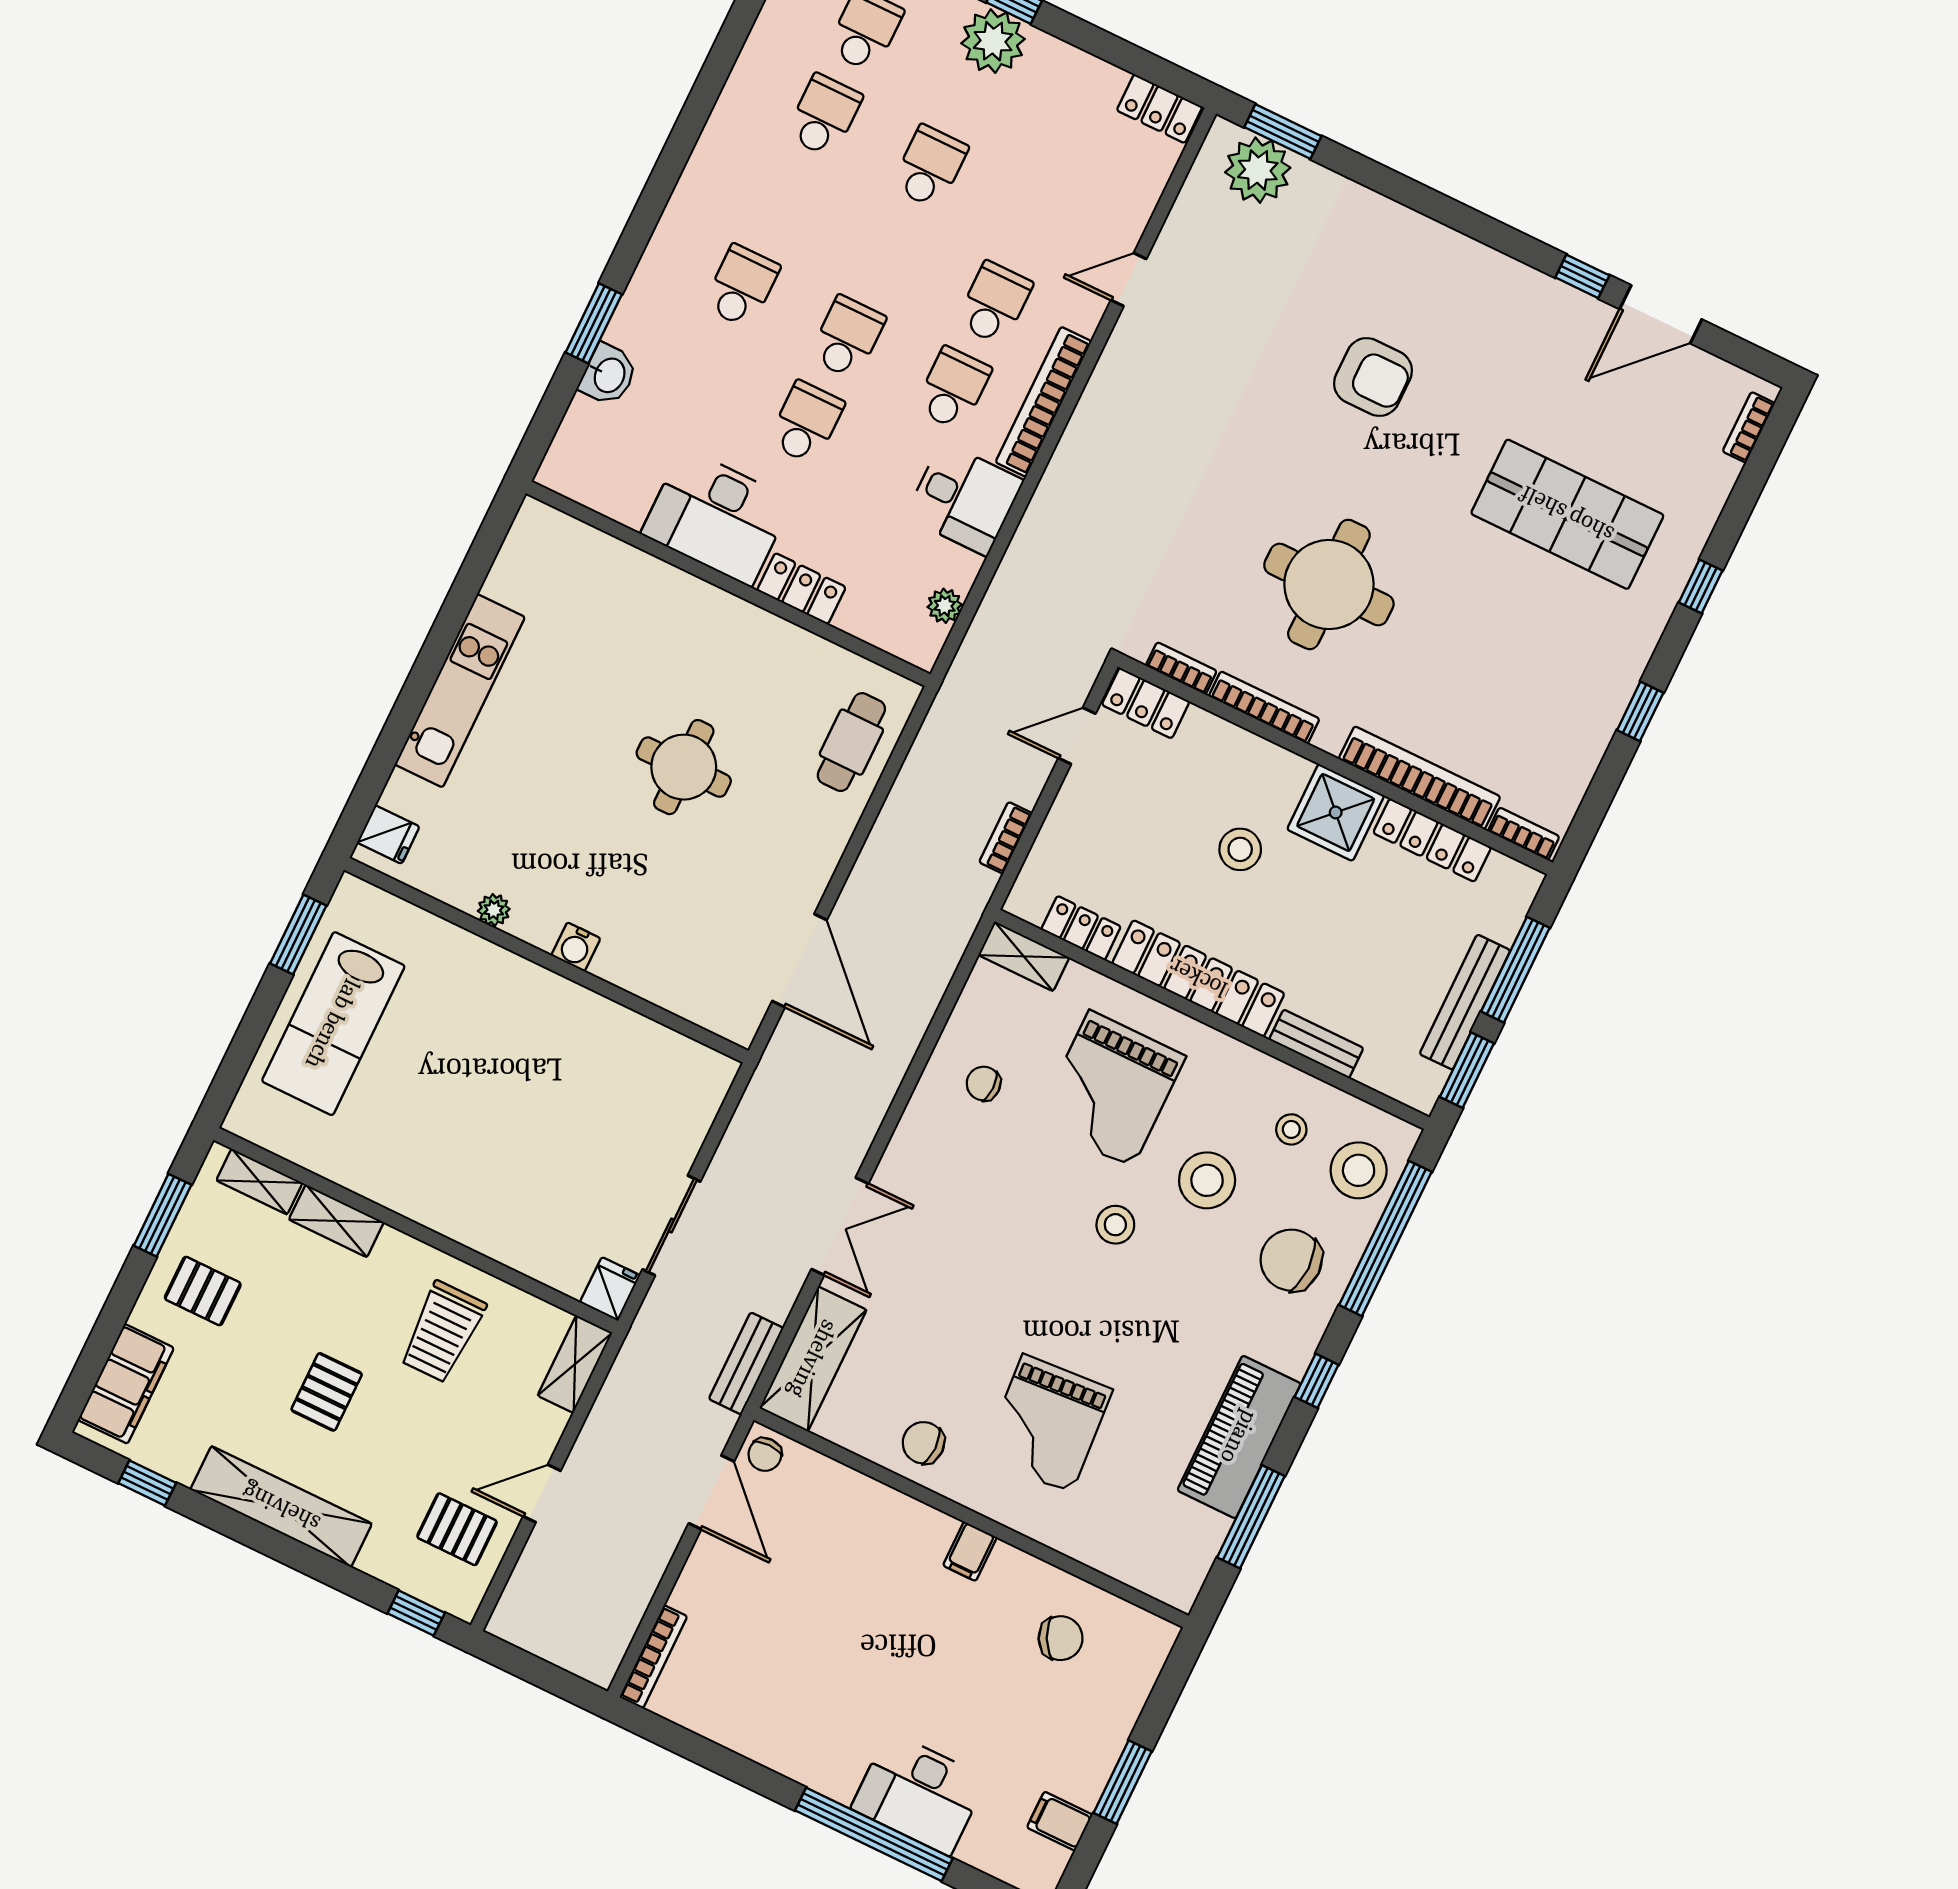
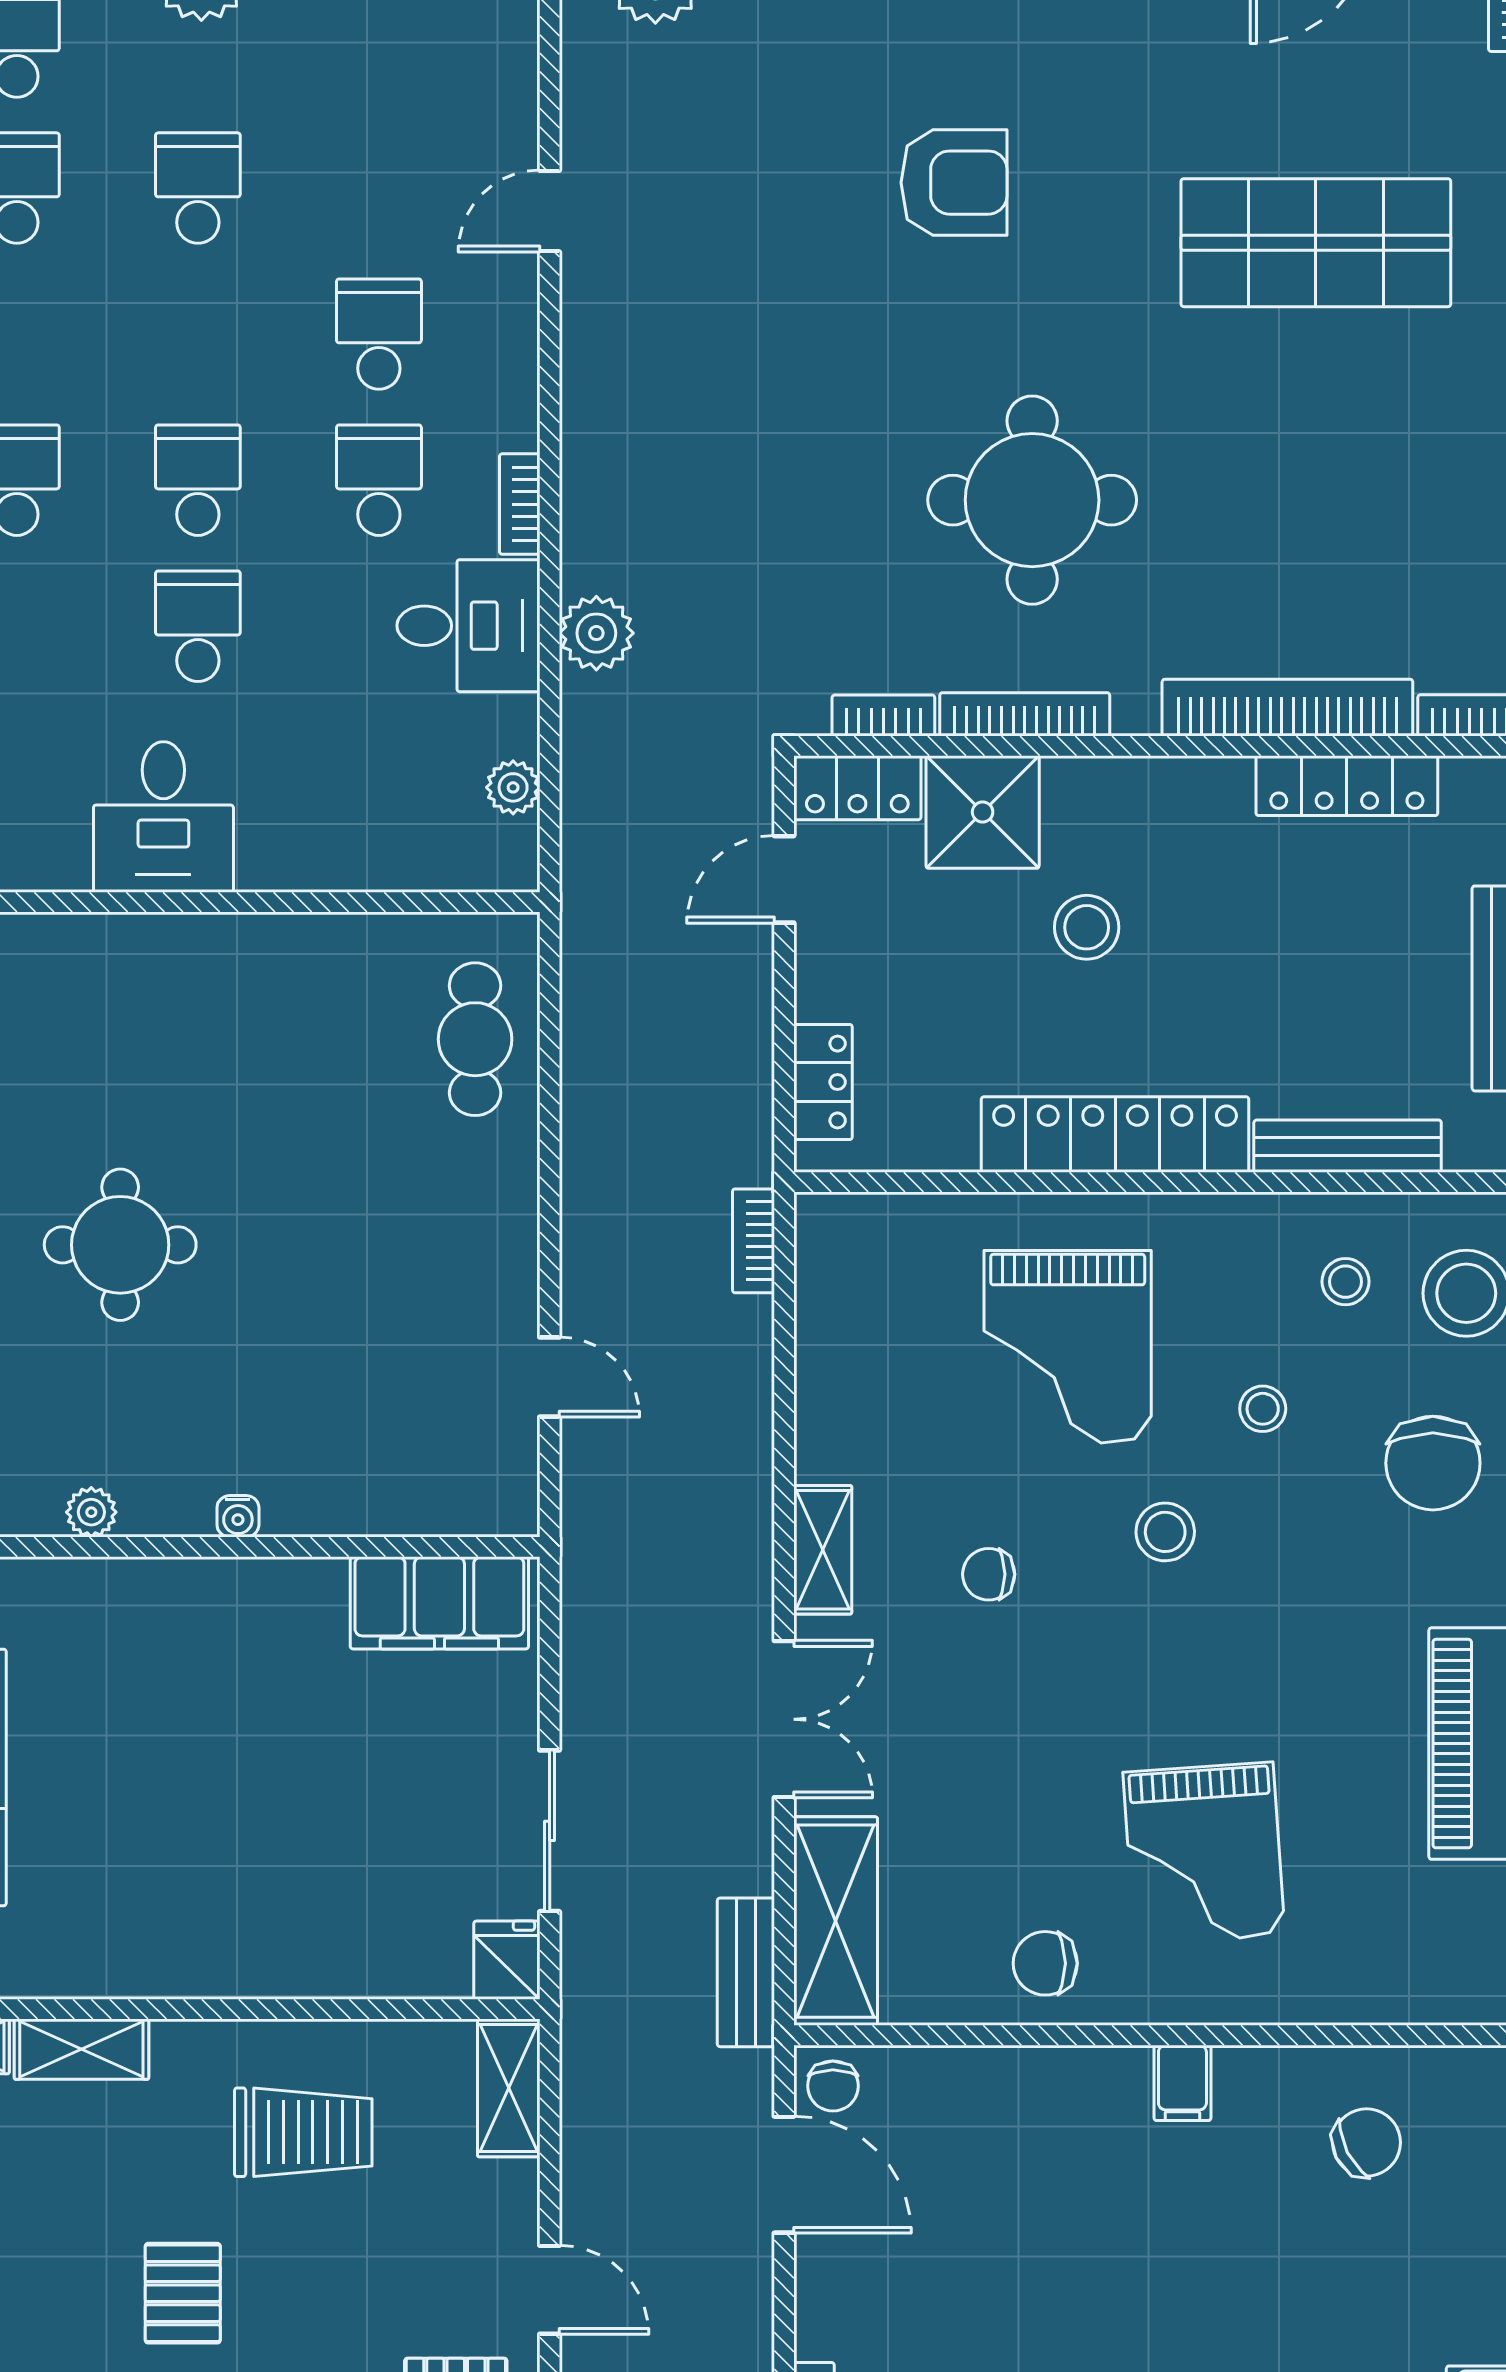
bookcase: (1044, 402) -> (520, 504), width x0.43, depth x0.76
desk: (717, 517) -> (163, 817), width x0.73
plant: (1037, 539) -> (596, 633), added
locker: (801, 589) -> (303, 860), removed
round table: (684, 767) -> (120, 1245), moved
shower: (1336, 812) -> (983, 812), moved
bookcase: (1006, 838) -> (753, 1241), moved
locker: (1081, 928) -> (823, 1082), moved, turned 90
water cooler: (576, 947) -> (238, 1516), width x0.72, depth x0.72
shelving: (1024, 956) -> (823, 1550), moved, turned 90
door: (800, 960) -> (550, 1377), width x0.53
bench: (1316, 1044) -> (1348, 1146), width x1.36
filing cabinet: (671, 1061) -> (439, 1603), added
chair: (984, 1084) -> (989, 1574), moved
stool: (1207, 1180) -> (1263, 1409), width x0.53, depth x0.53
chair: (1291, 1260) -> (1433, 1463), turned -90
trolley: (442, 1332) -> (303, 2132), turned -90
door: (542, 1493) -> (550, 2290), swing flipped

